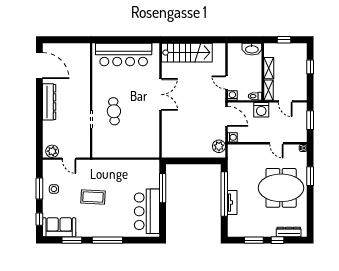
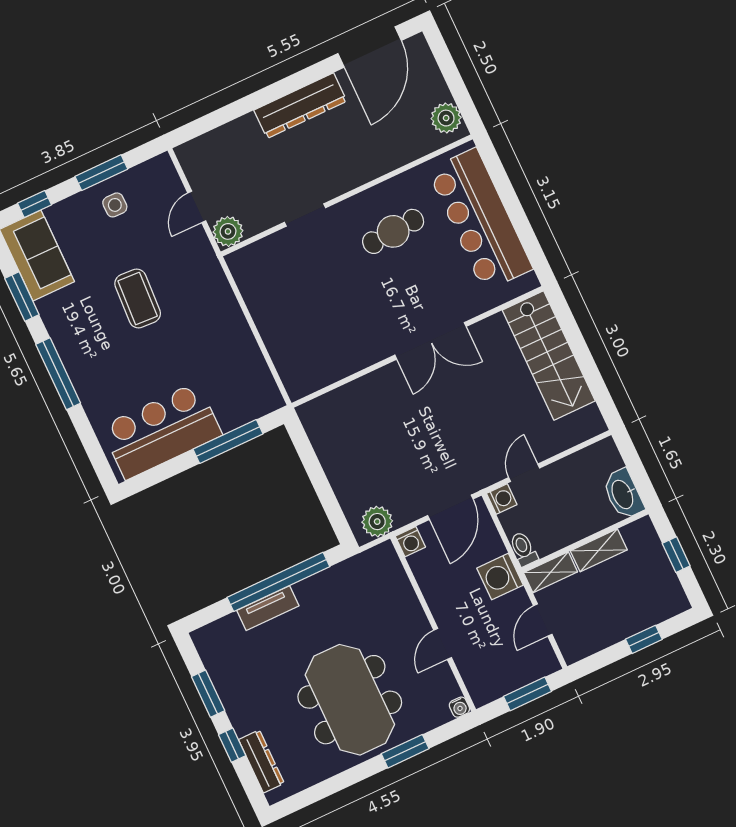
plant: (80, 49) -> (446, 118), added
cafe table: (114, 111) -> (393, 231), moved
plant: (52, 151) -> (228, 231), moved

